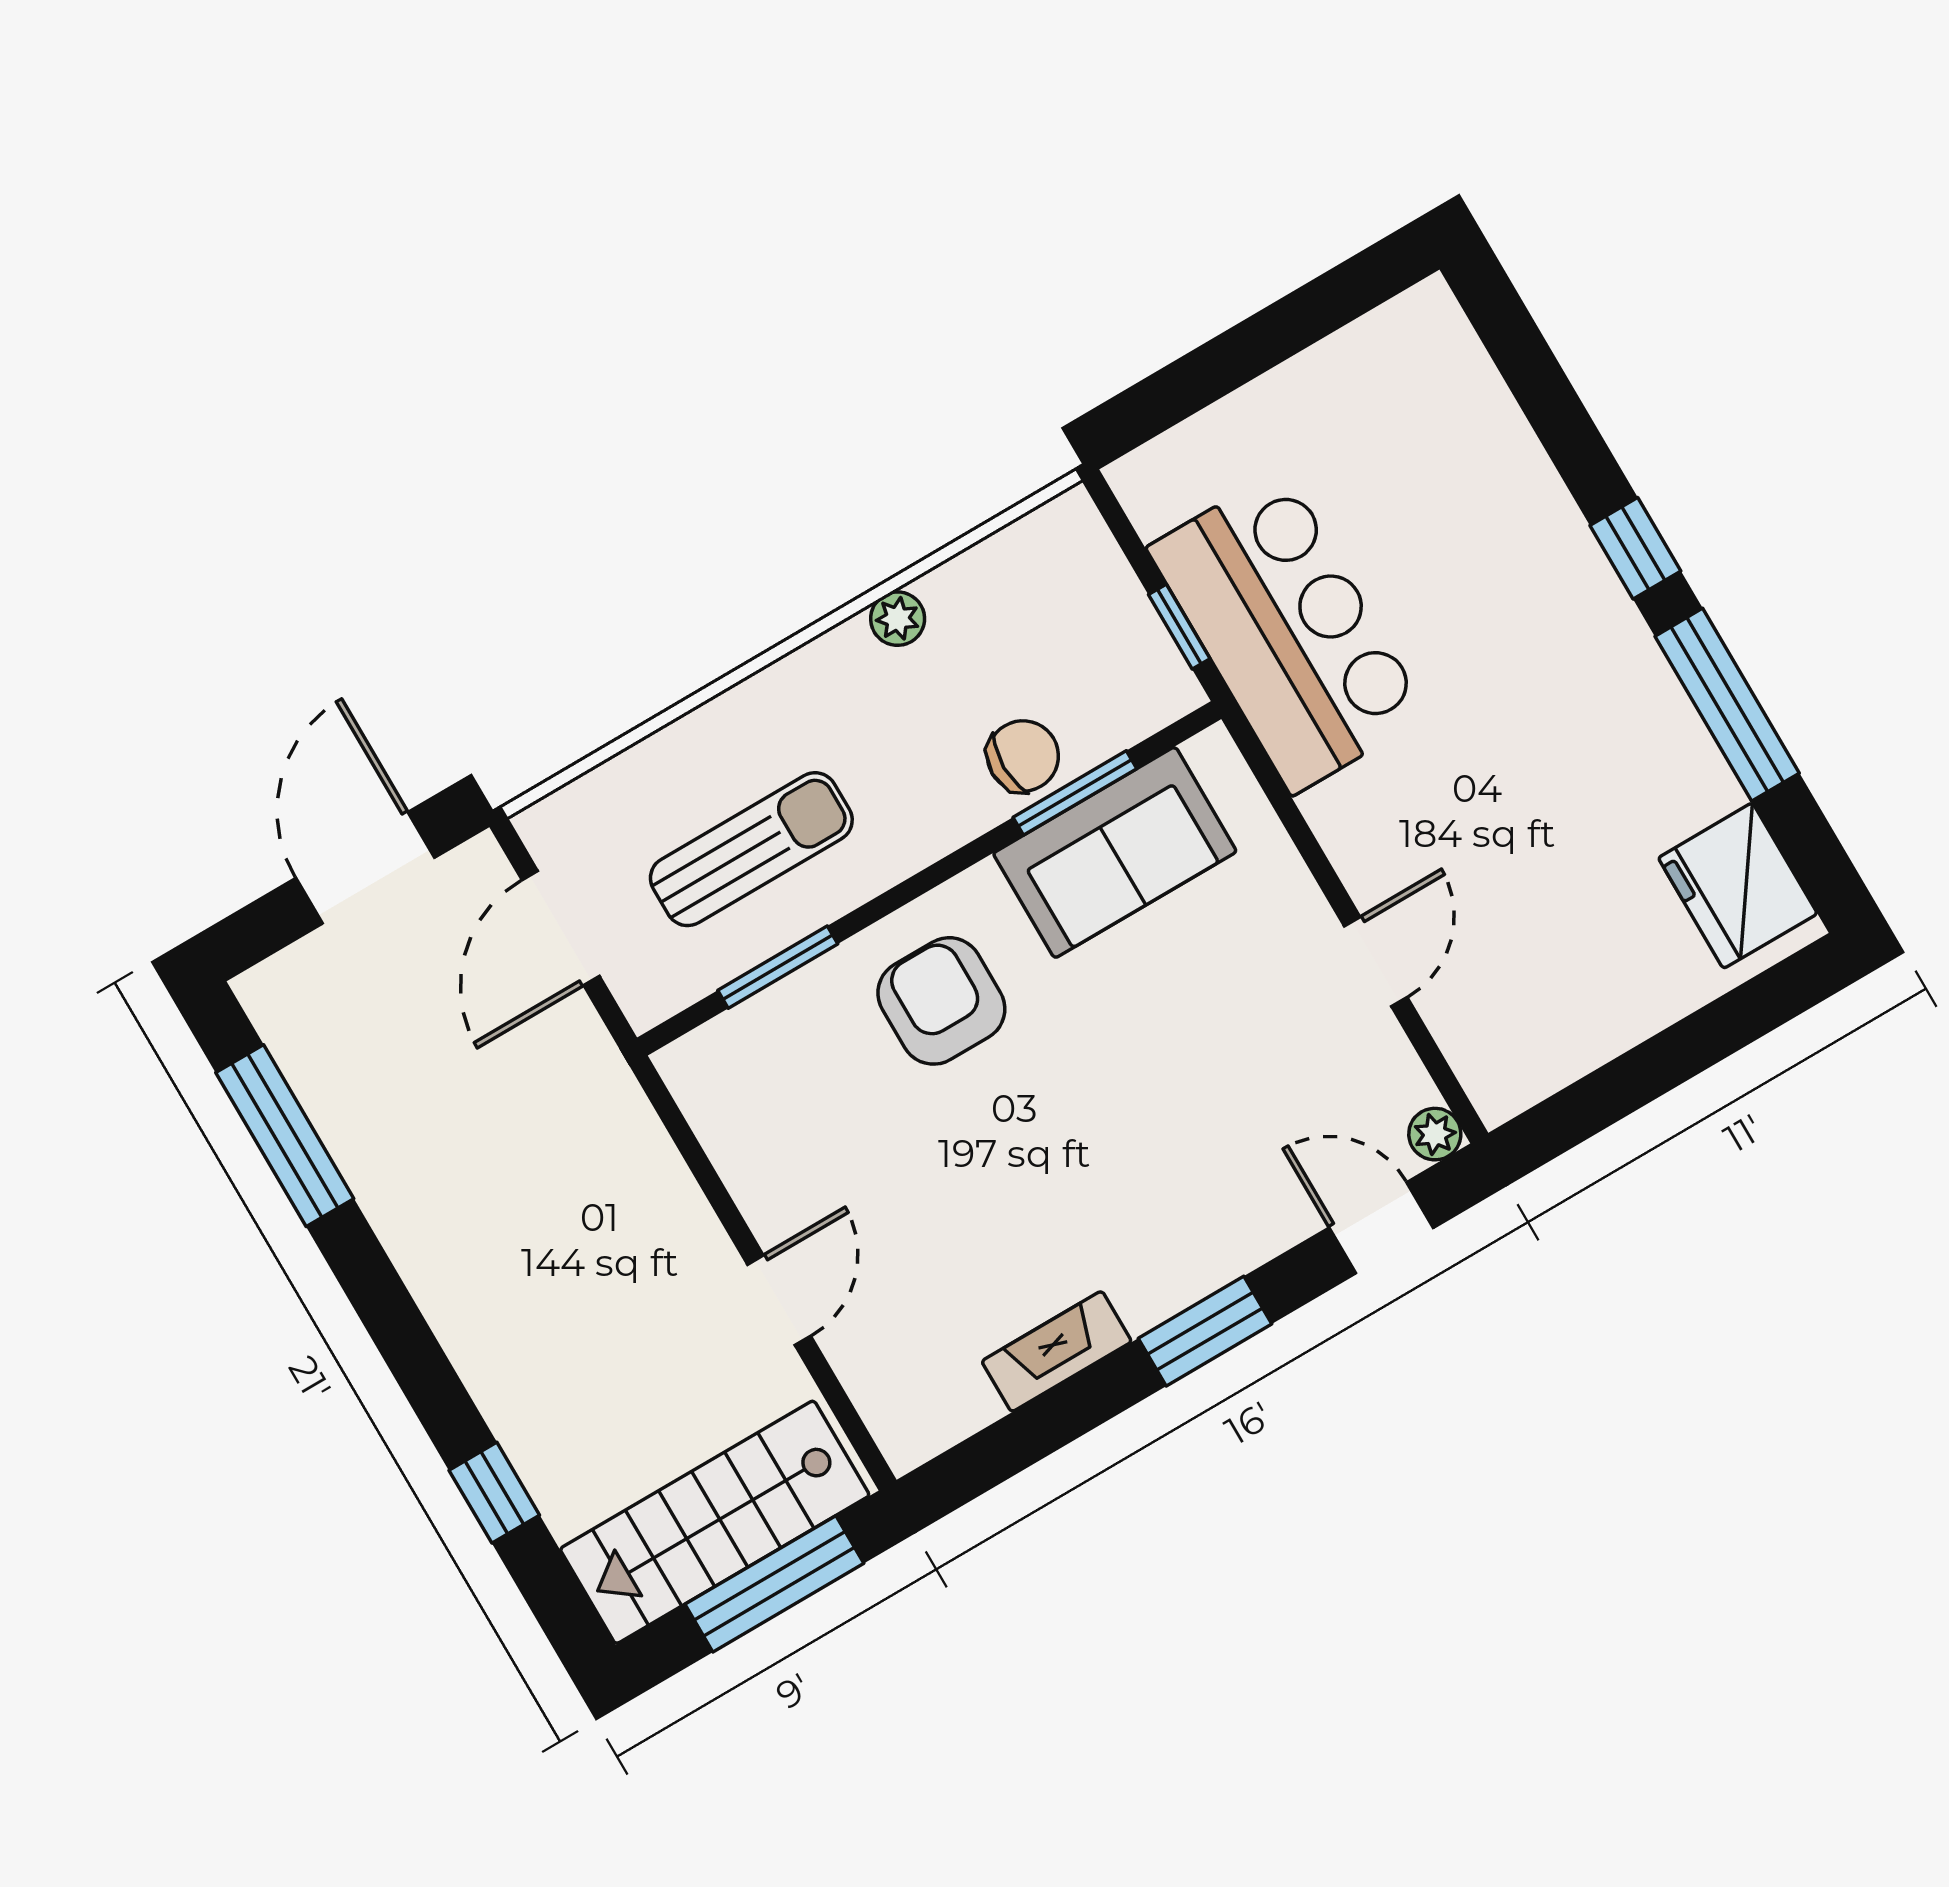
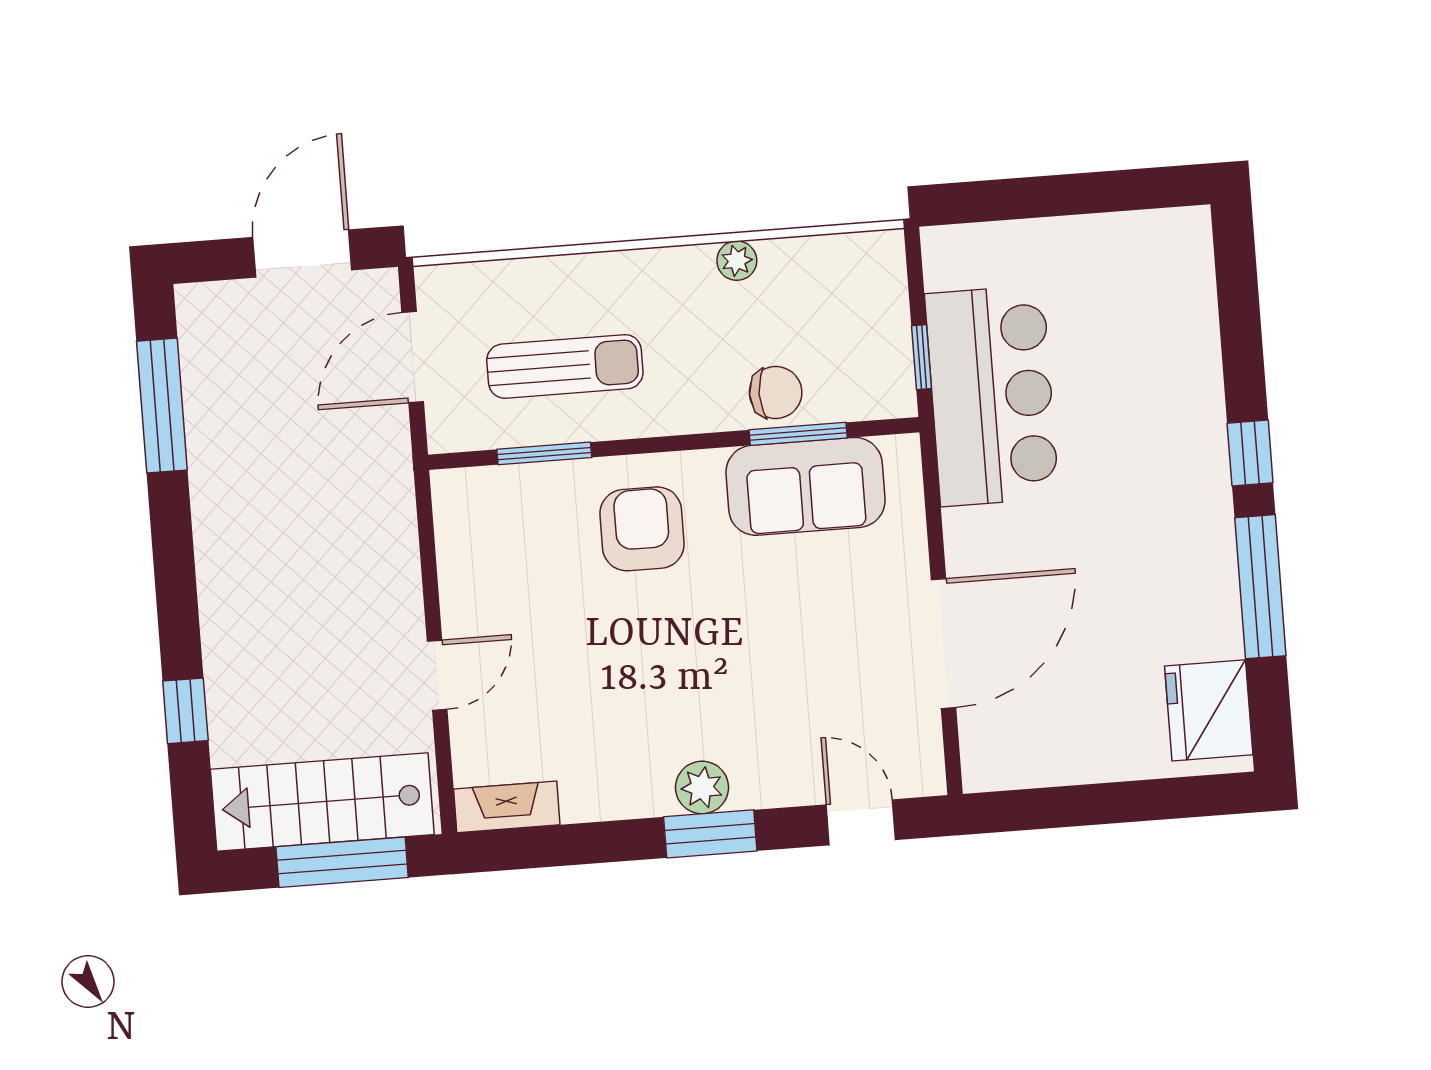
door: (1376, 962) -> (944, 644), width x1.88
plant: (1435, 1134) -> (702, 787), moved, width x1.38, depth x1.38
fireplace: (1057, 1351) -> (507, 807), moved

